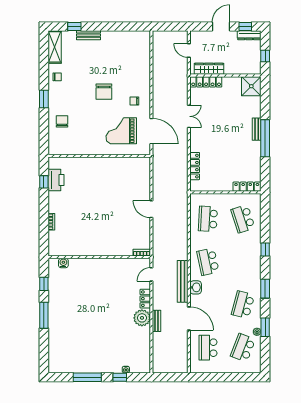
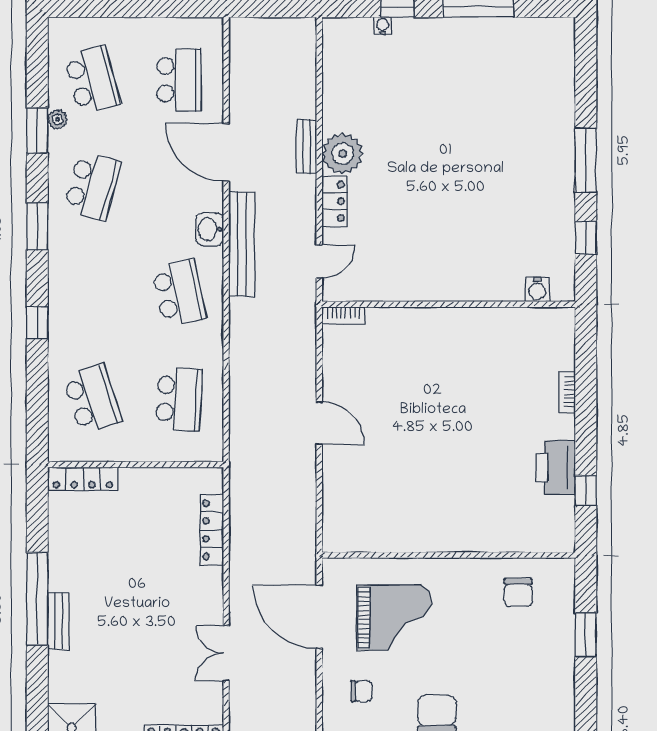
window: (44, 99) -> (586, 635), moved
chair: (62, 121) -> (518, 592), moved
printer: (56, 180) -> (556, 468), moved
school desk: (243, 348) -> (92, 80), turned -36

